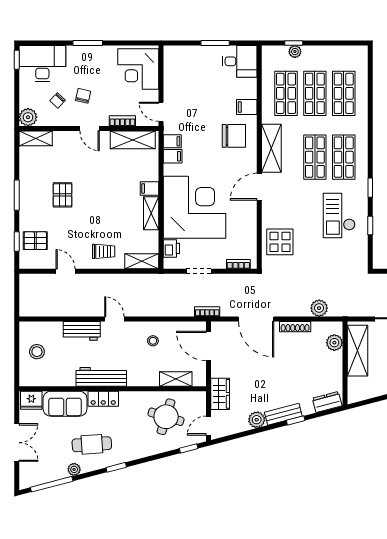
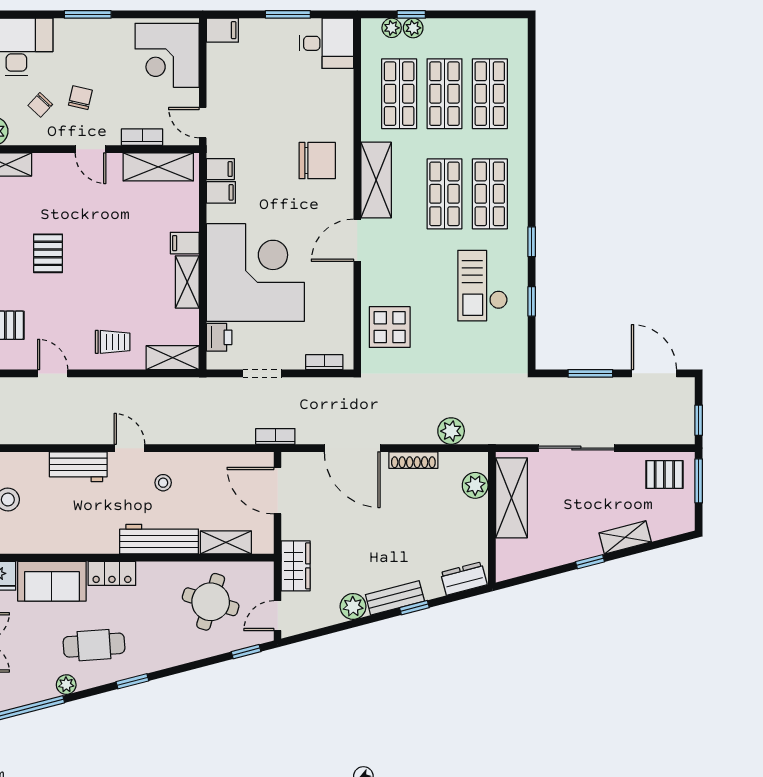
plant: (281, 51) -> (392, 28), added
filing cabinet: (247, 107) -> (222, 30), moved, turned 180
stool: (153, 341) -> (163, 483), moved
workbench: (101, 377) -> (159, 539), moved

